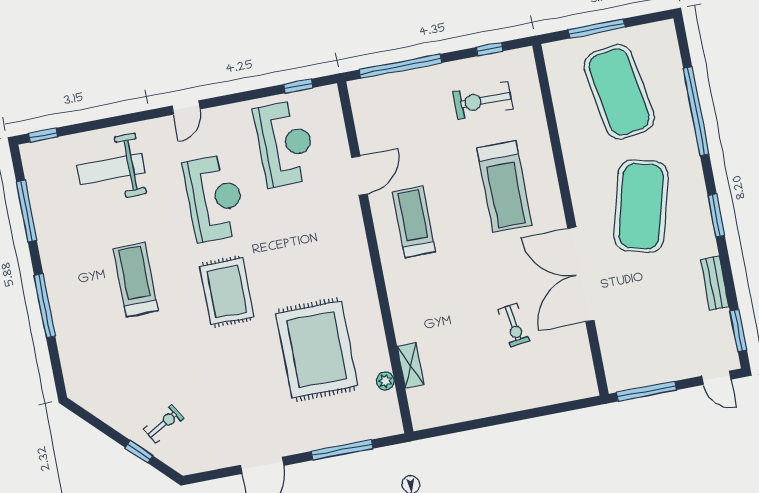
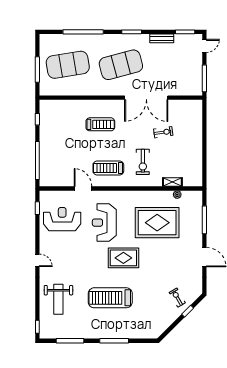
exercise bike: (483, 100) -> (143, 162), moved
treadmill: (504, 187) -> (100, 124), width x0.73, depth x0.73
reception desk: (214, 198) -> (104, 223), moved, turned -90
exercise mat: (641, 206) -> (121, 65), turned -30
treadmill: (136, 280) -> (110, 298), width x1.37, depth x1.38

